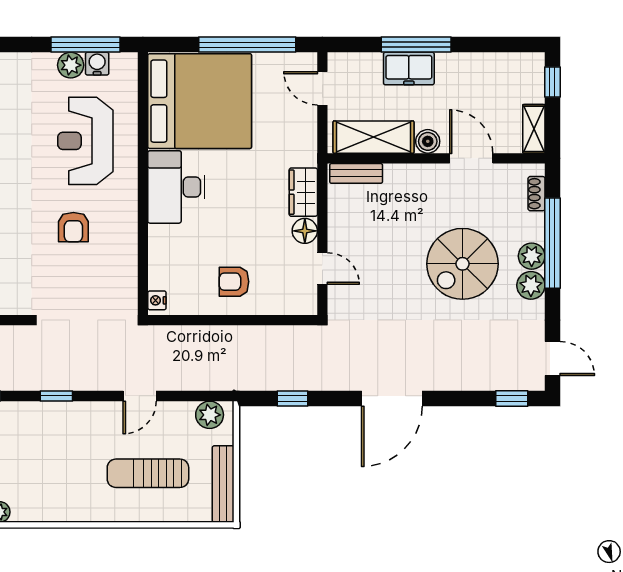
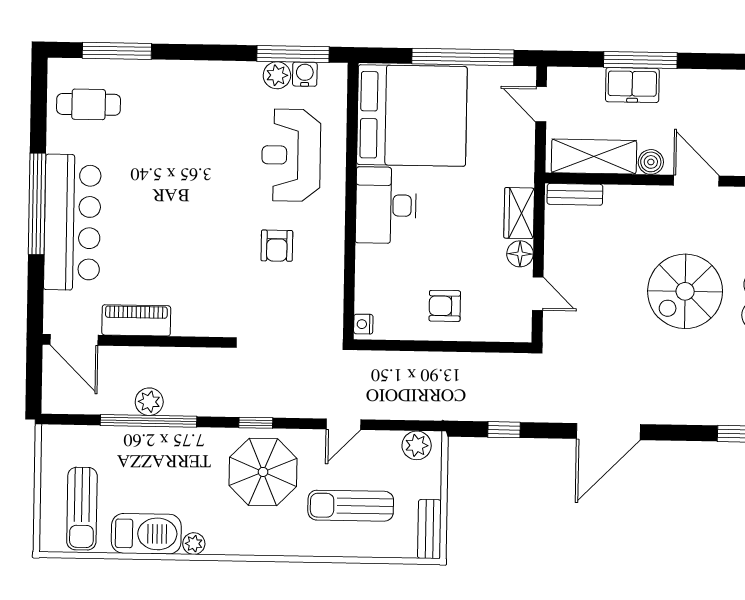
parasol: (64, 443) -> (263, 472), added
bench: (223, 484) -> (429, 529), width x0.73

